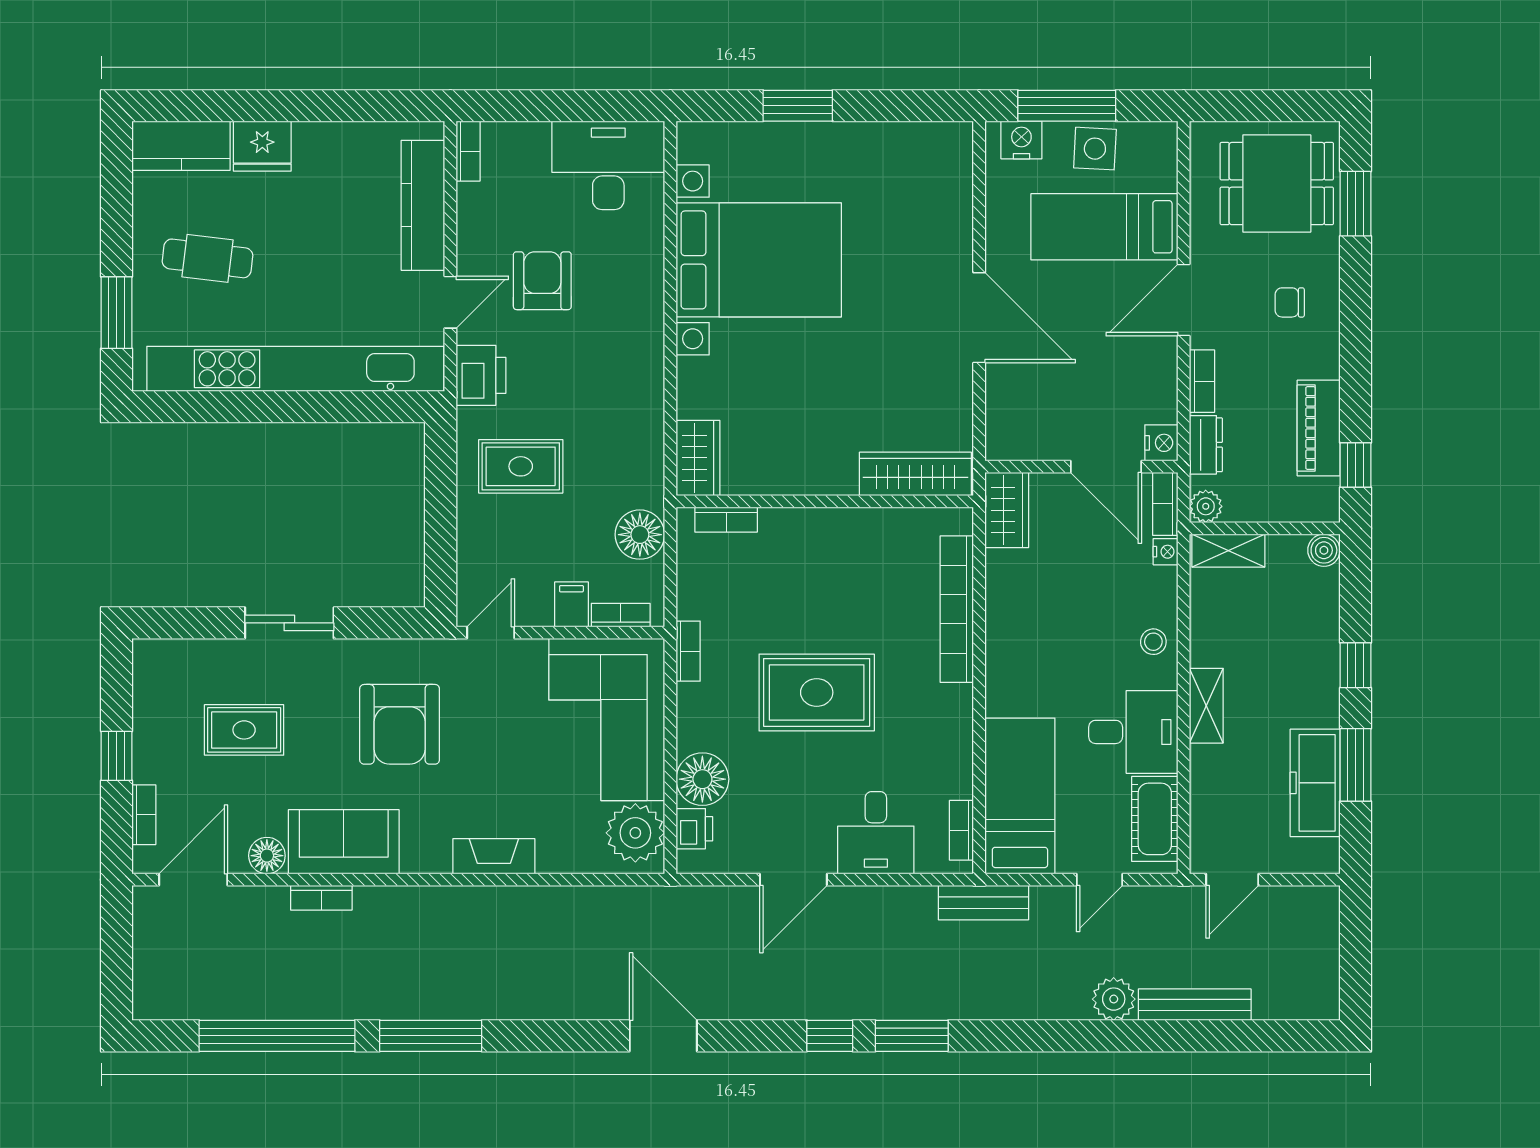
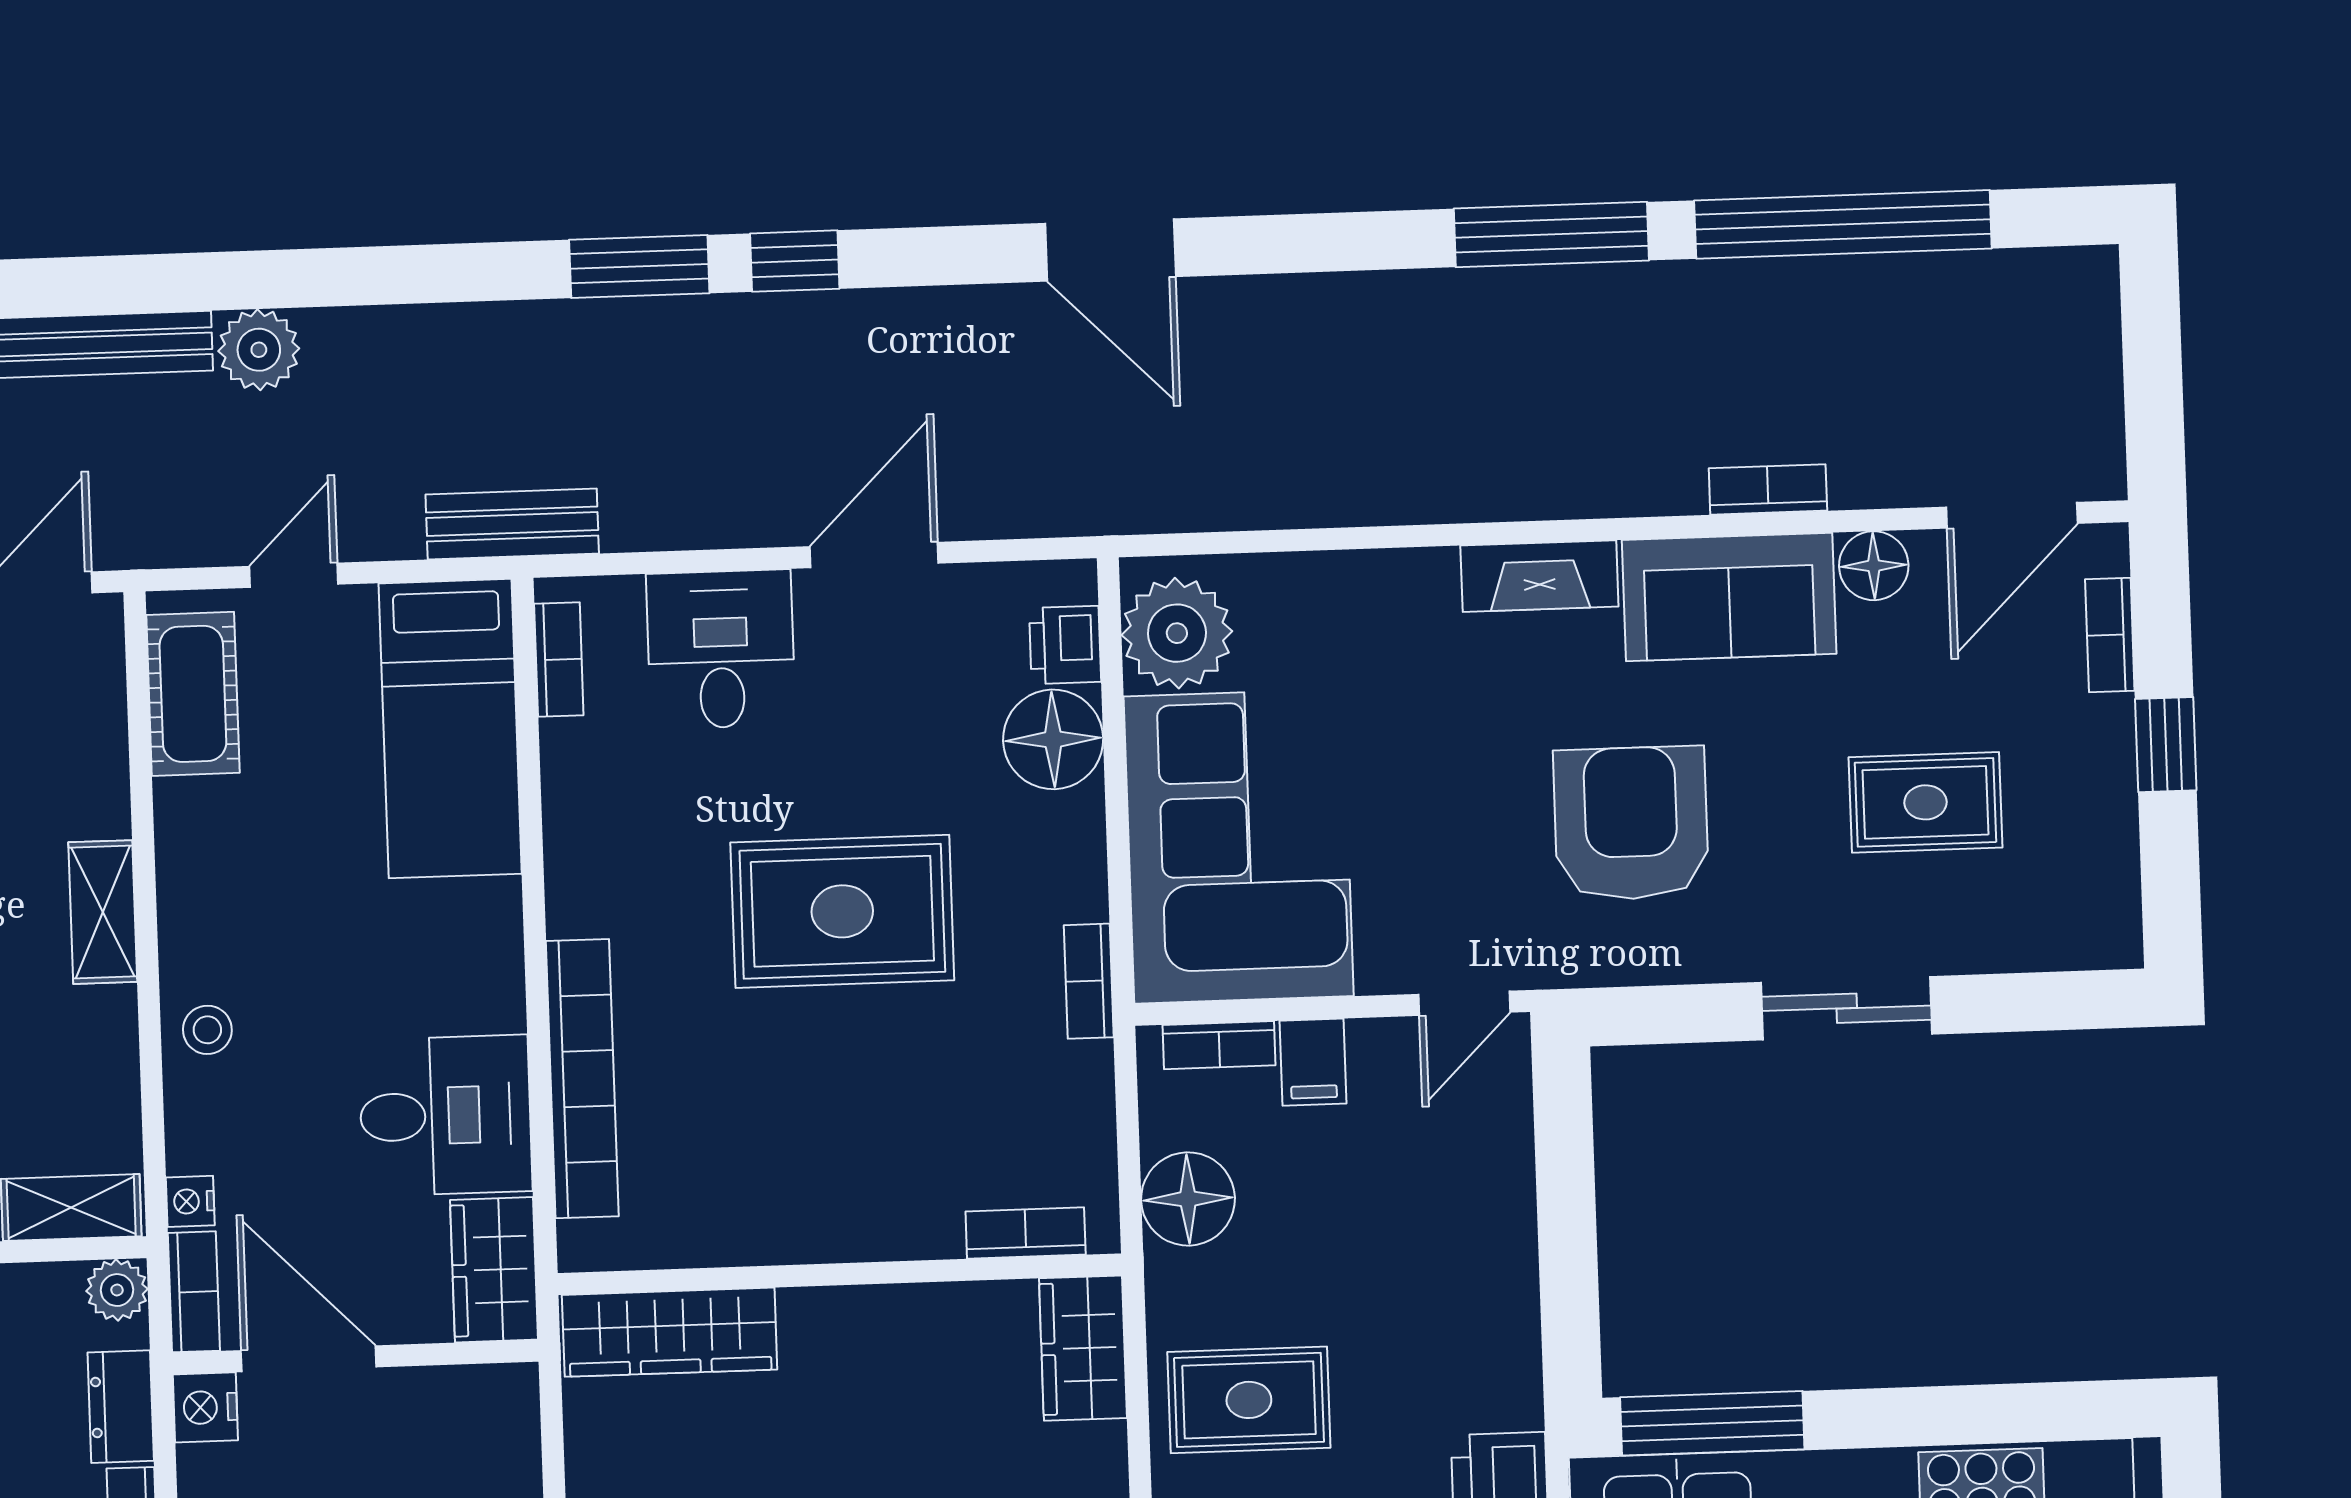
window: (368, 407) -> (1712, 1423), added
rug: (521, 466) -> (1249, 1400), moved
desk: (1133, 732) -> (445, 1116), moved, turned 180
fireplace: (494, 856) -> (1539, 576), moved

